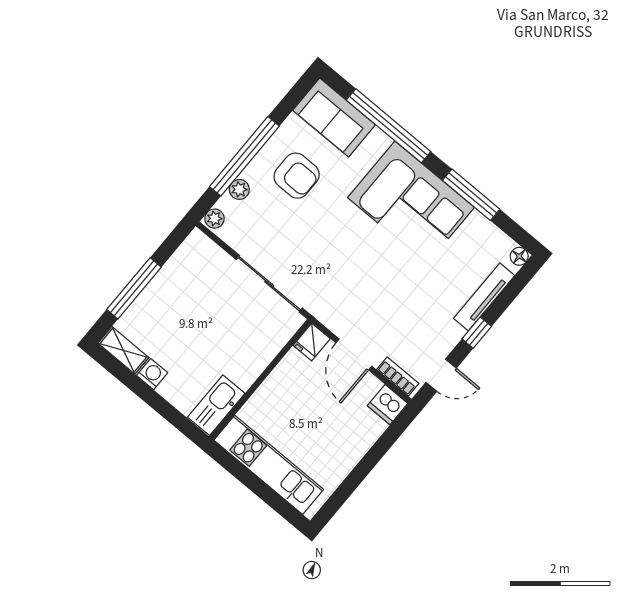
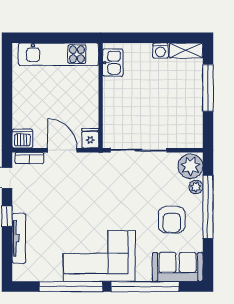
armchair: (297, 176) -> (172, 220), turned -90
window: (471, 195) -> (71, 287), width x1.46
plant: (214, 219) -> (190, 166), width x1.87, depth x1.87
floor lamp: (519, 256) -> (18, 275), removed
kitchen sink: (216, 405) -> (113, 62), width x0.73

